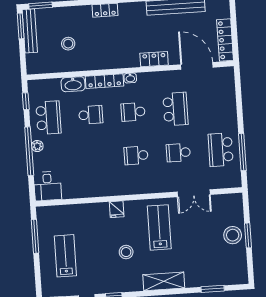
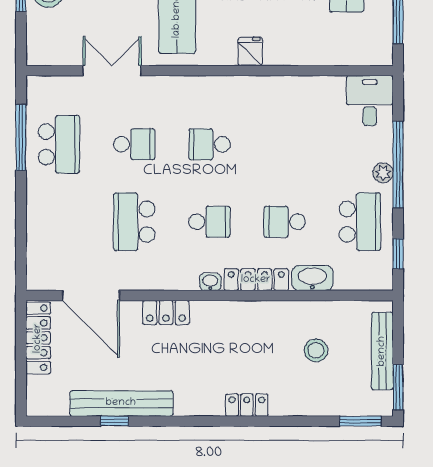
bench: (30, 31) -> (382, 351), moved
school desk: (48, 118) -> (360, 222), turned 180
school desk: (136, 155) -> (209, 144), turned 180

